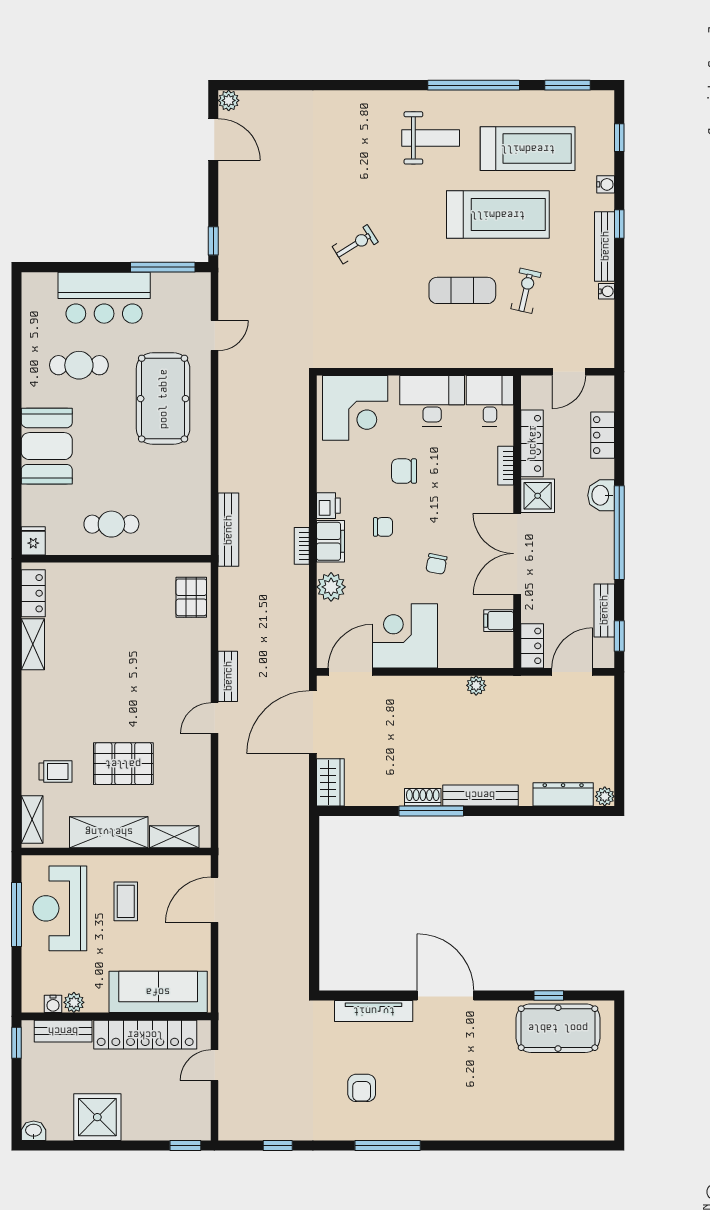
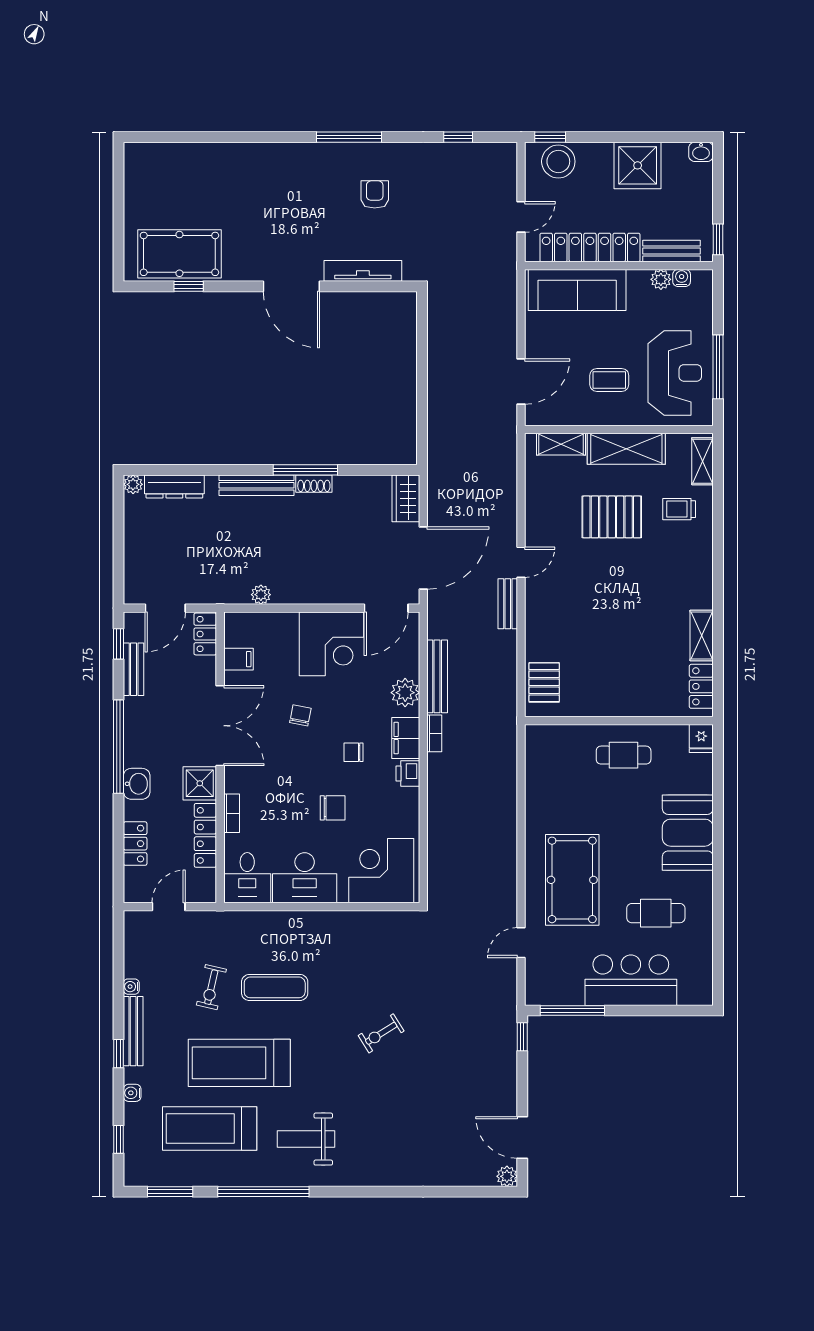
bench: (228, 530) -> (437, 676), moved
coffee table: (126, 901) -> (609, 380), turned 90
stool: (177, 1121) -> (558, 161), added

